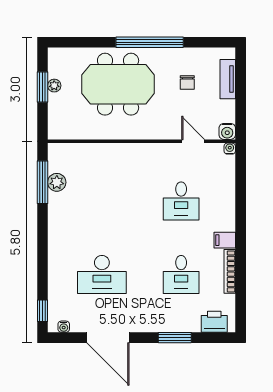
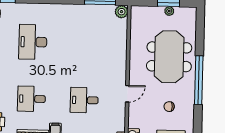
door: (193, 141) -> (127, 94), moved
plant: (57, 182) -> (121, 12), moved

